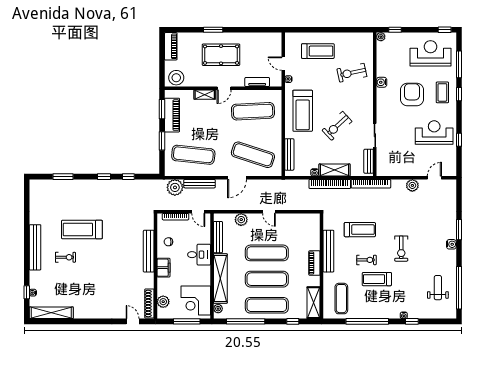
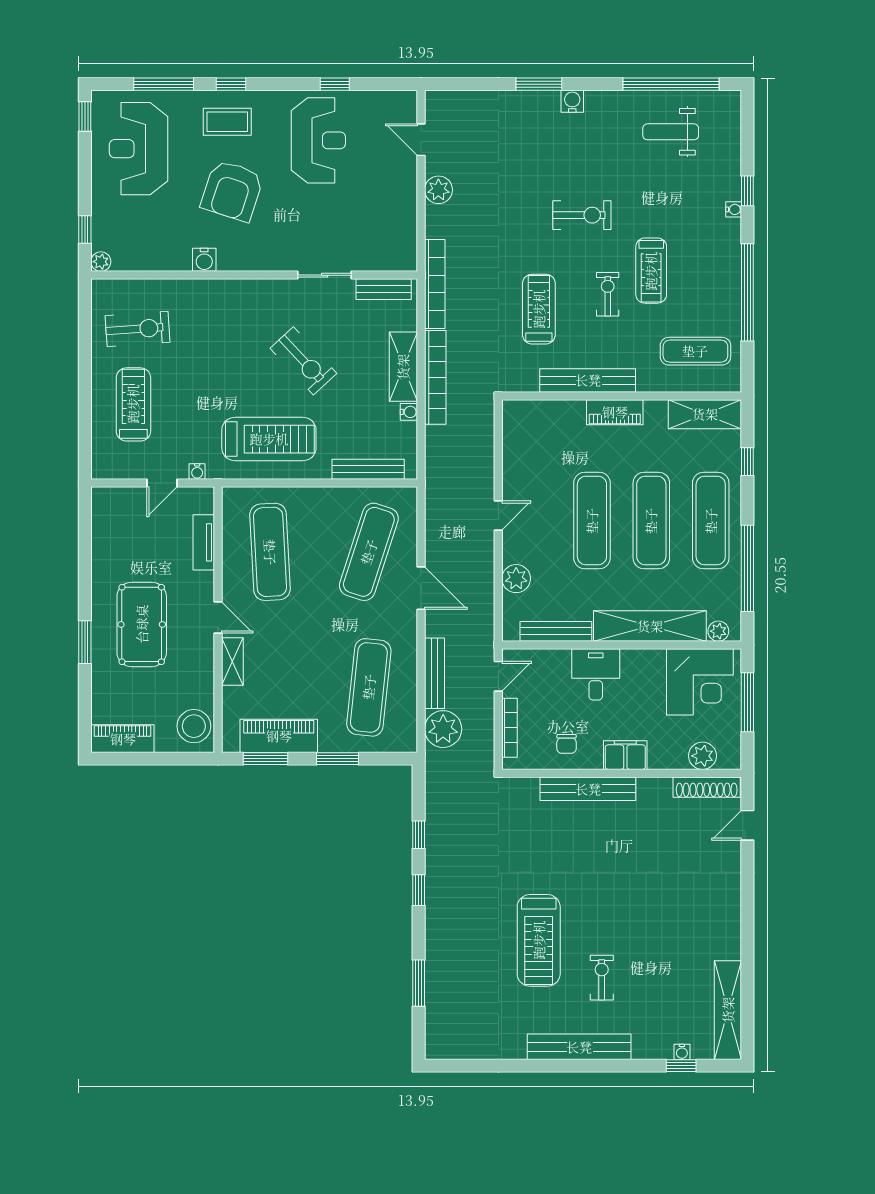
exercise bike: (352, 73) -> (138, 329), moved, turned -82
armchair: (412, 95) -> (232, 191), turned -72
reception desk: (434, 133) -> (318, 140), turned 180

